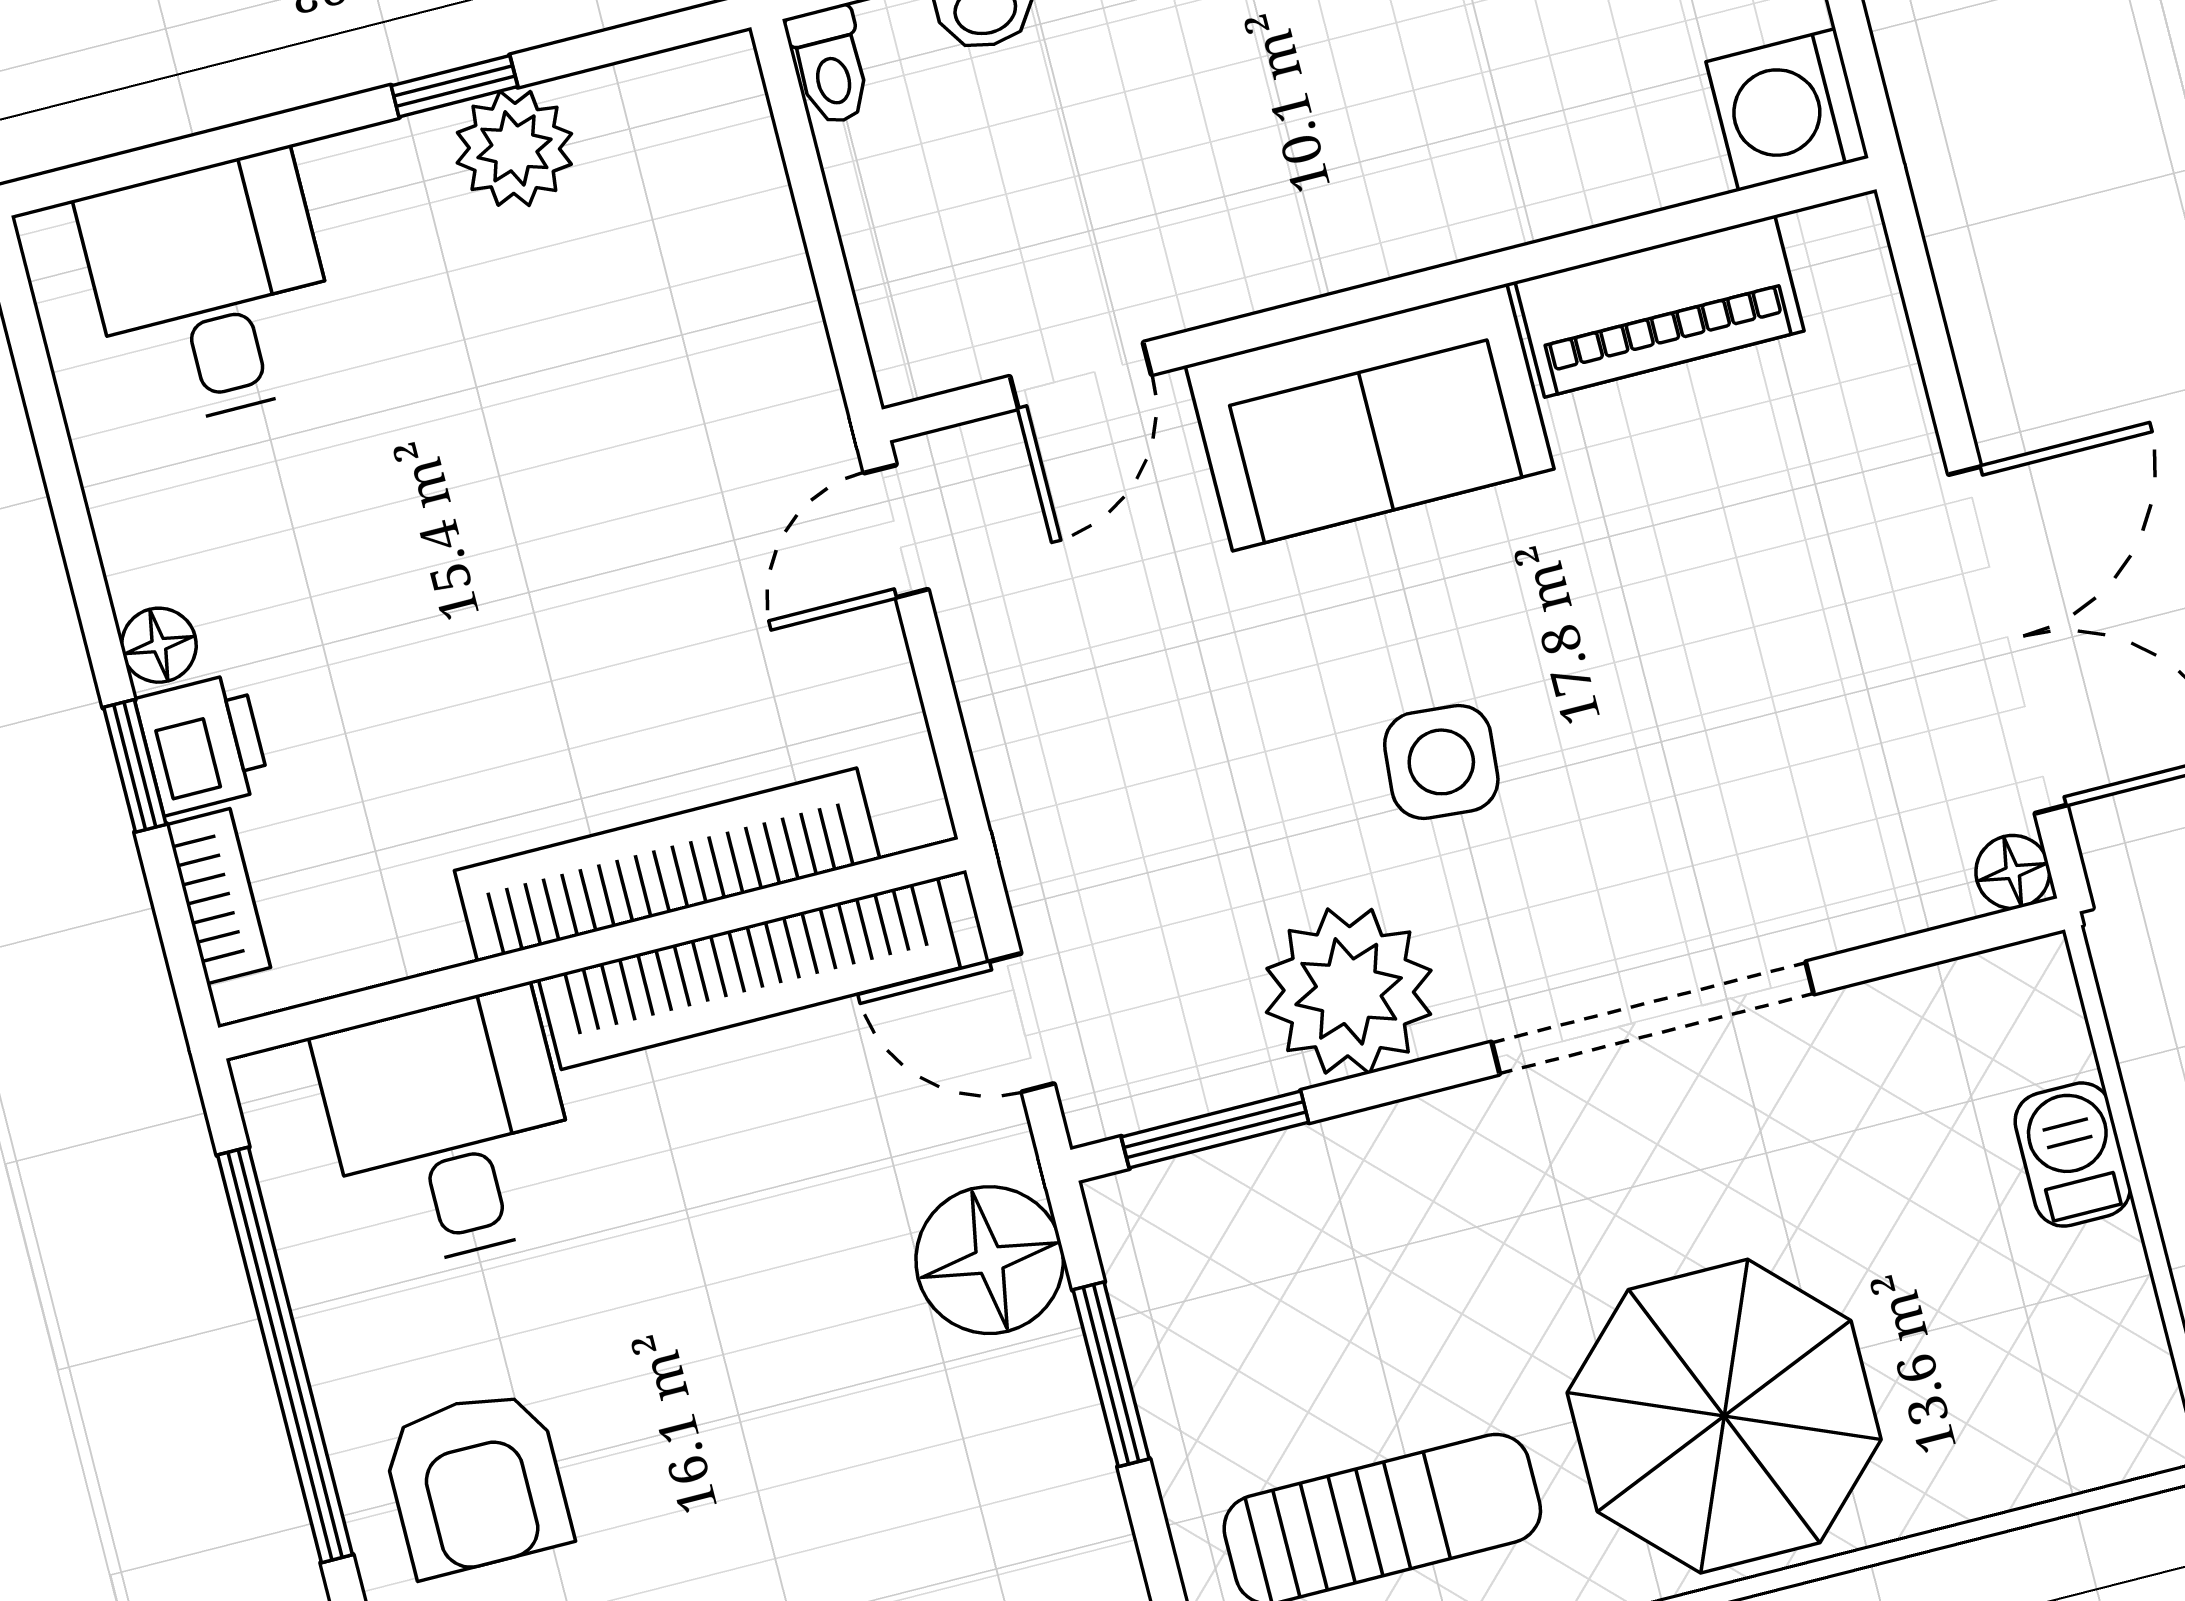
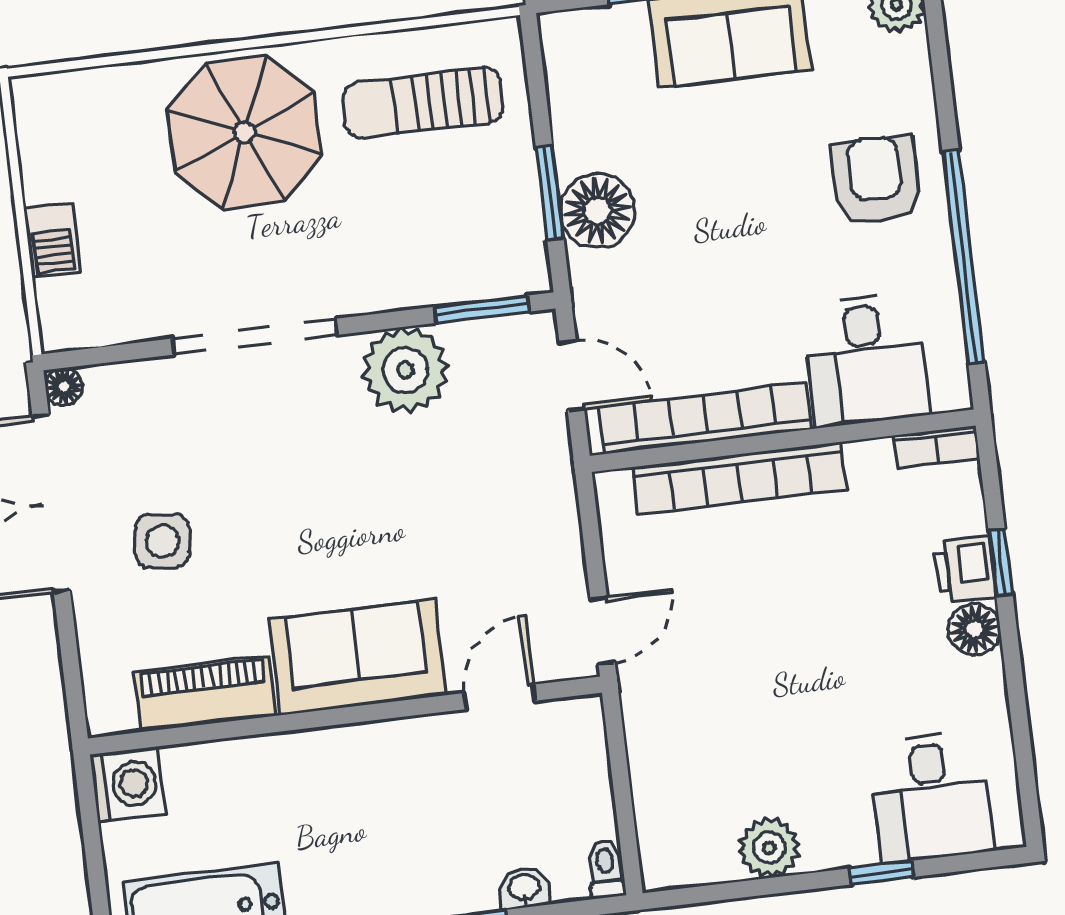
window: (454, 86) -> (881, 873), moved
floor lamp: (159, 645) -> (974, 629), width x1.37, depth x1.37
side table: (1441, 762) -> (162, 541), moved
bookcase: (218, 896) -> (936, 447), moved, turned -90
floor lamp: (990, 1260) -> (598, 211), moved

